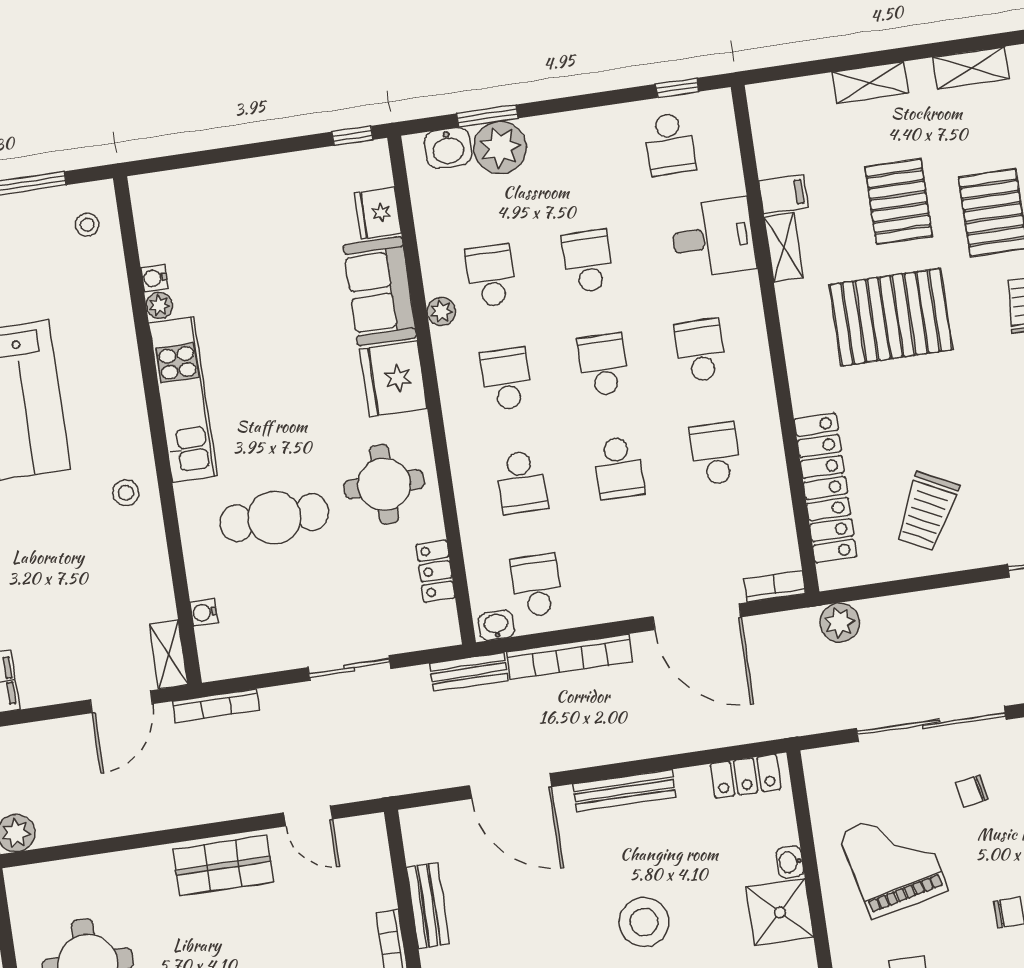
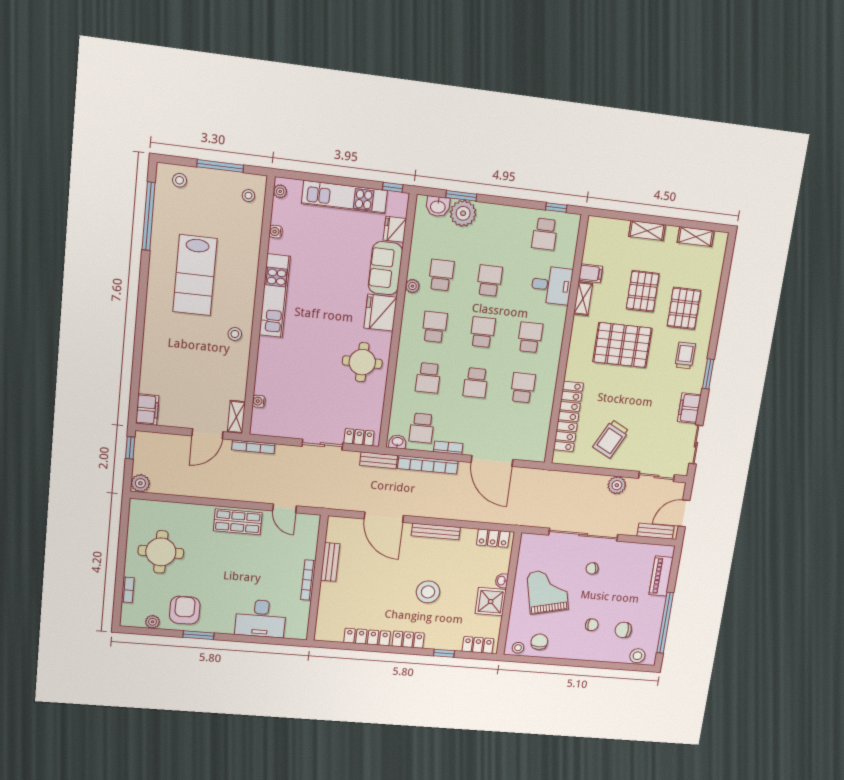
kitchen unit: (267, 179) -> (345, 197), added
plant: (159, 306) -> (280, 191), moved
cafe table: (274, 518) -> (305, 365), removed
locker: (435, 571) -> (359, 437), moved, turned 90
school desk: (537, 585) -> (422, 428), turned 180
bookcase: (775, 586) -> (448, 448), moved
plant: (840, 623) -> (617, 485), moved

